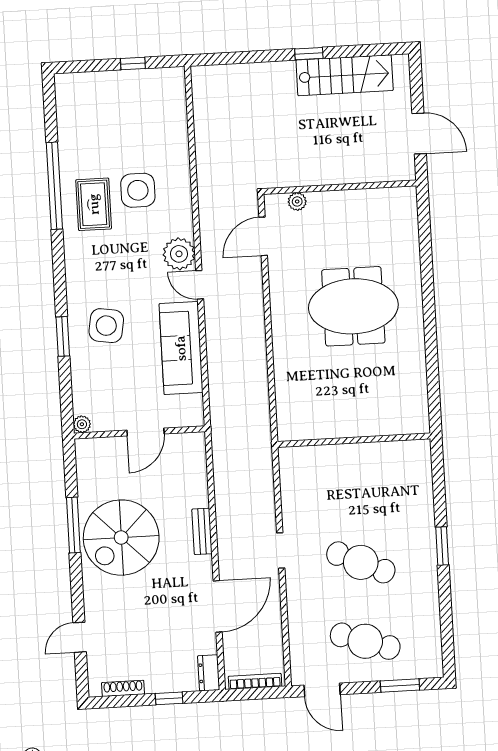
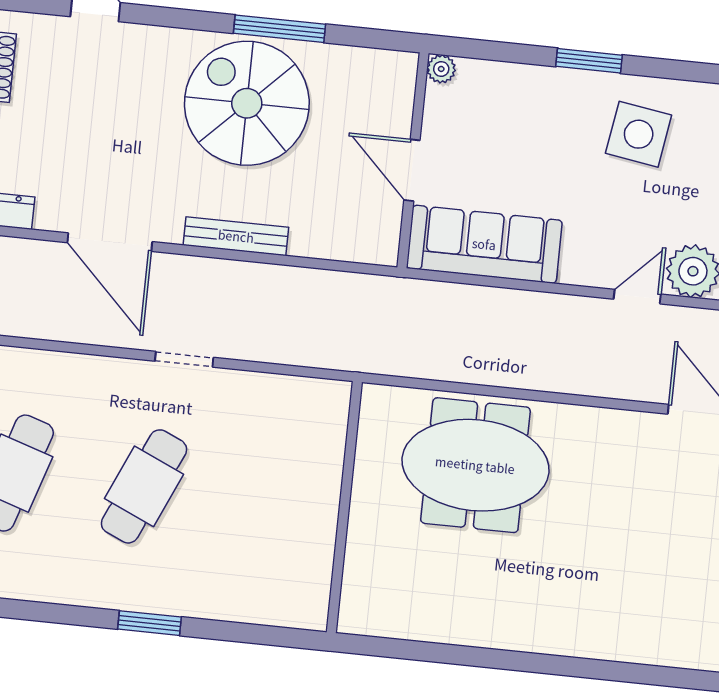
meeting table: (353, 306) -> (475, 465), moved, turned 90
side table: (106, 326) -> (639, 134), moved
sofa: (181, 348) -> (484, 244), moved
bench: (202, 531) -> (236, 236), width x1.36

